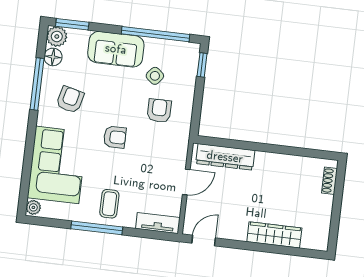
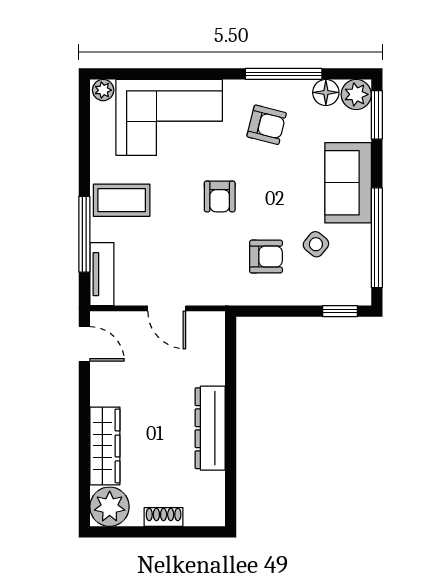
dresser: (225, 157) -> (210, 428), moved
shoe rack: (329, 181) -> (164, 517), moved
coffee table: (109, 204) -> (122, 200), width x1.36, depth x1.30
window: (97, 228) -> (84, 234), moved
plant: (316, 237) -> (110, 507), added

